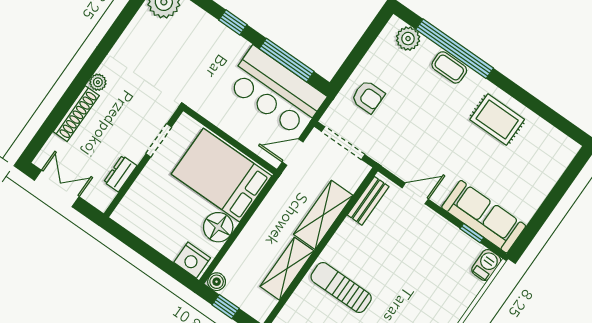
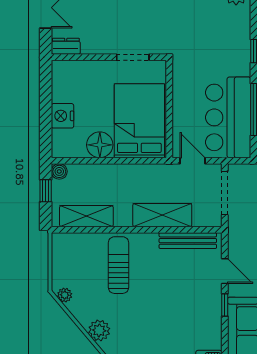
dresser: (120, 174) -> (66, 46), moved
bench: (368, 201) -> (188, 241), width x1.36
window: (472, 233) -> (225, 305), moved
nightstand: (192, 260) -> (62, 116), moved
shelving: (287, 269) -> (86, 216), moved

